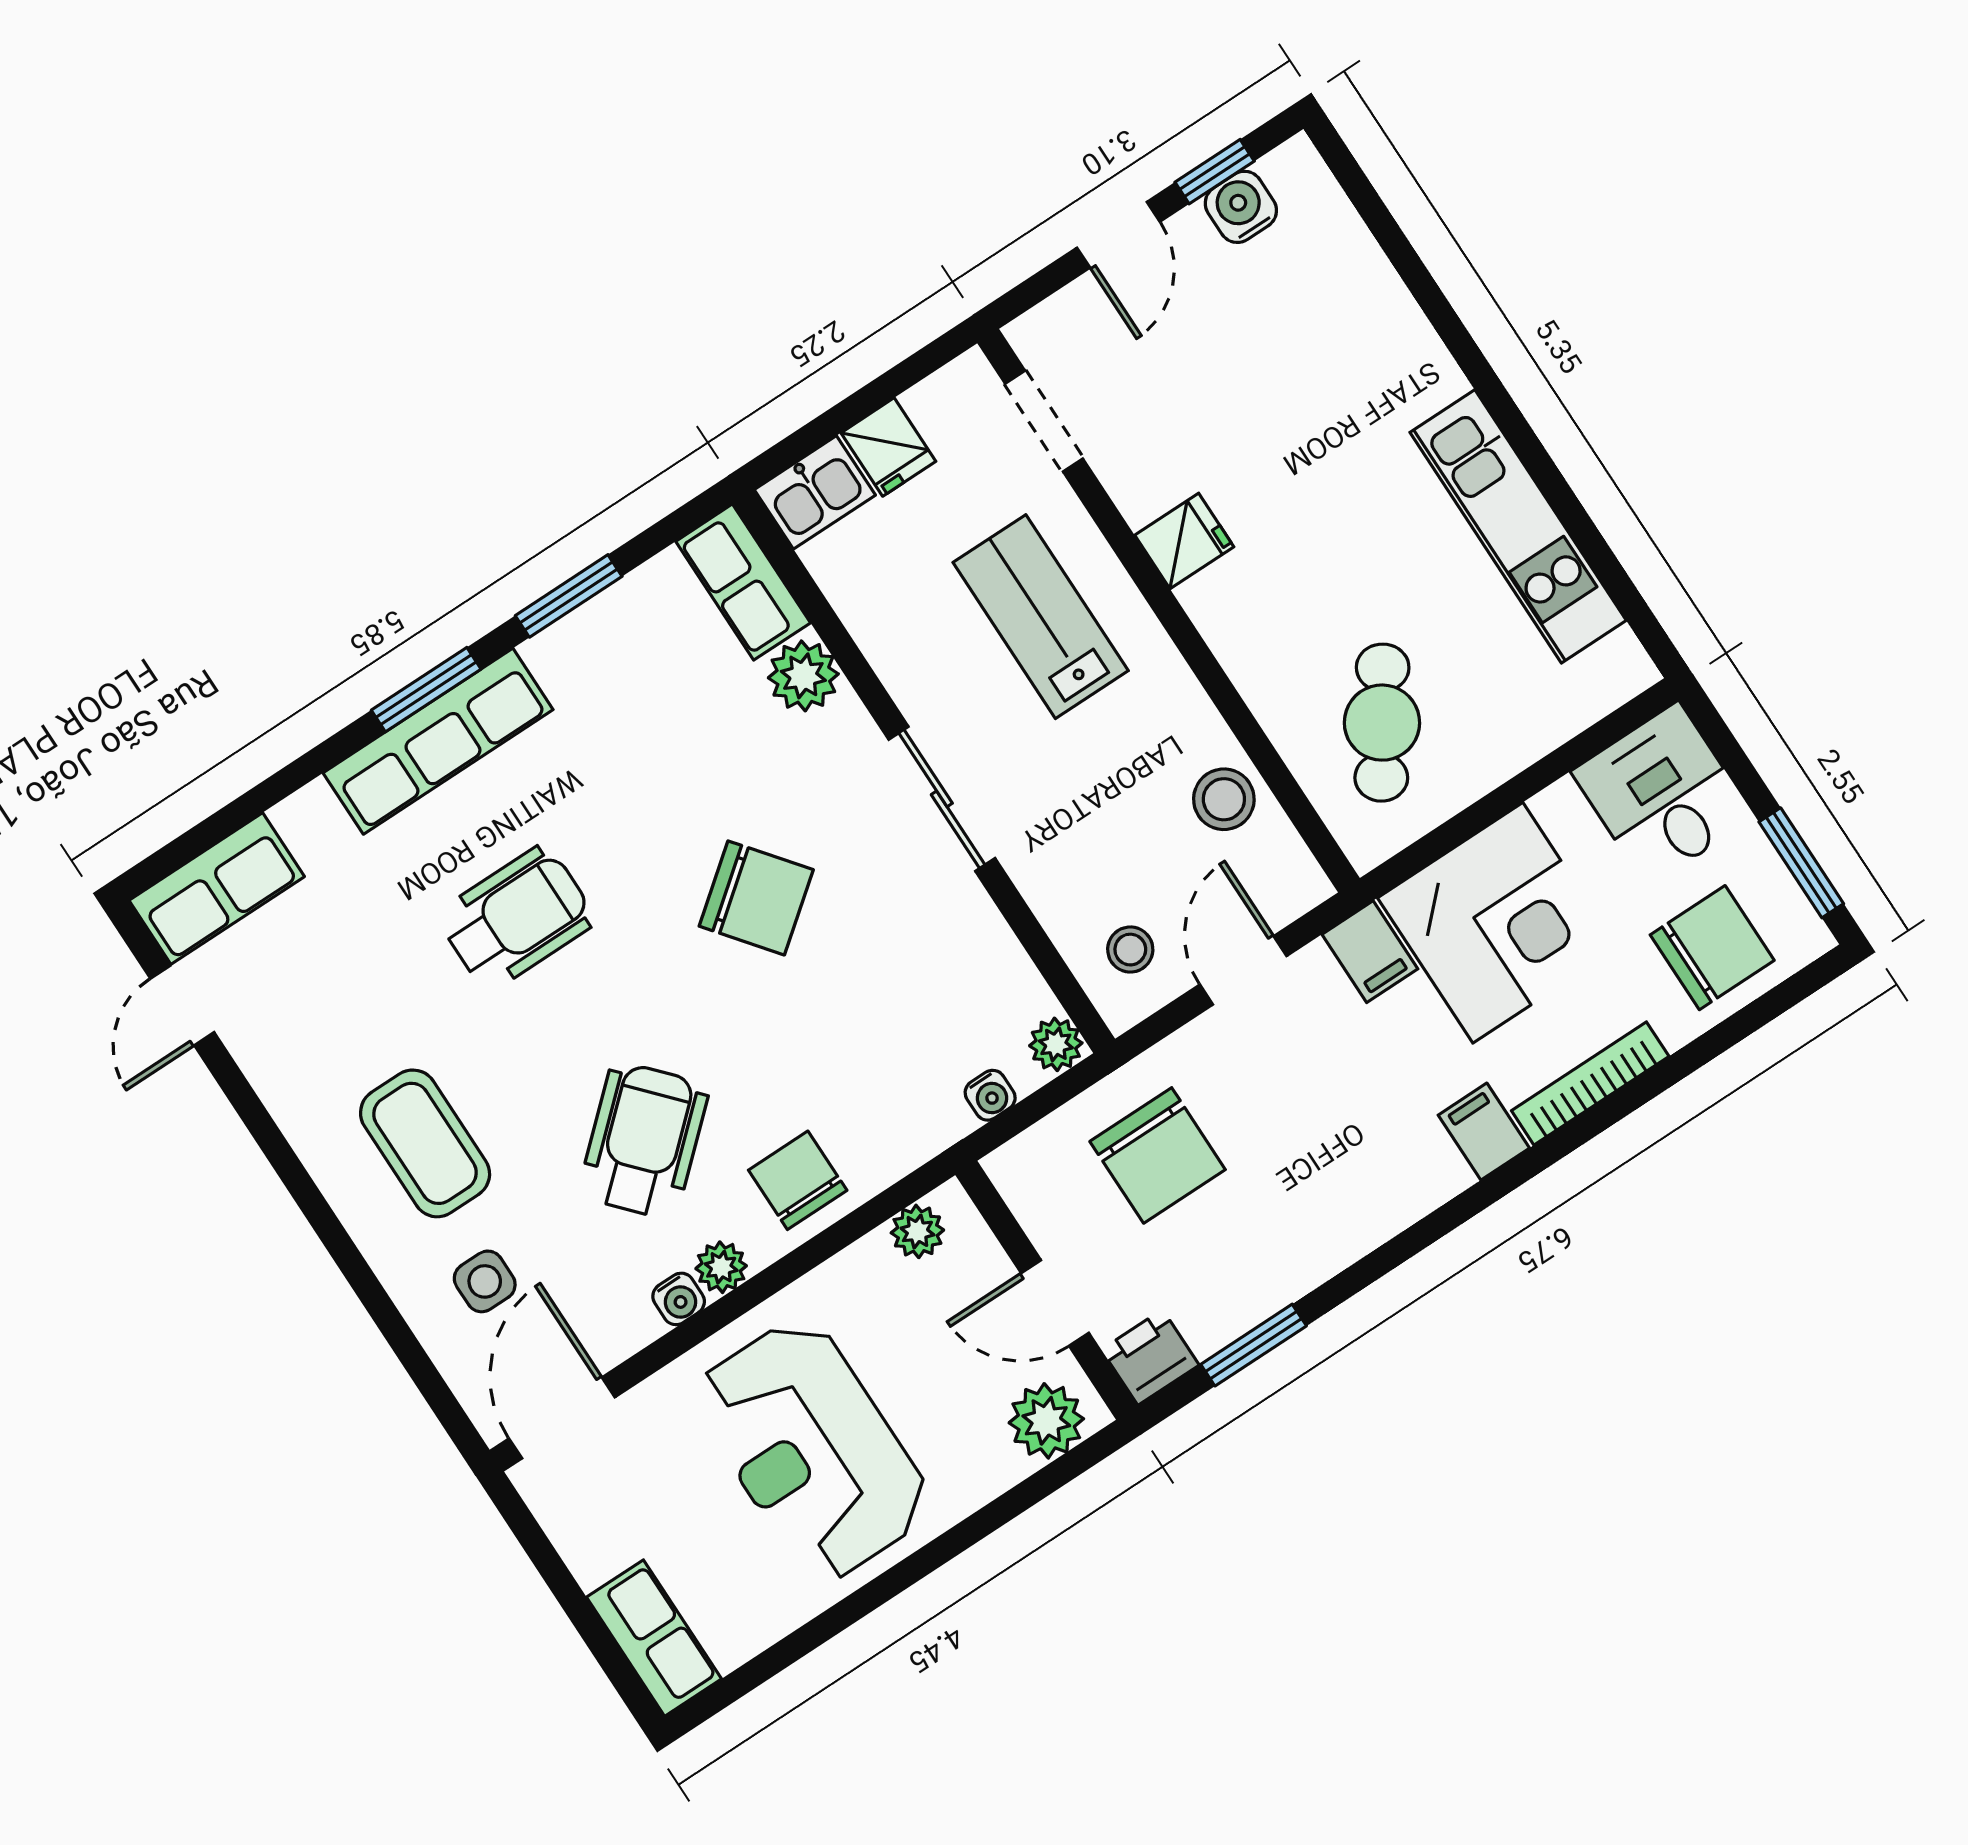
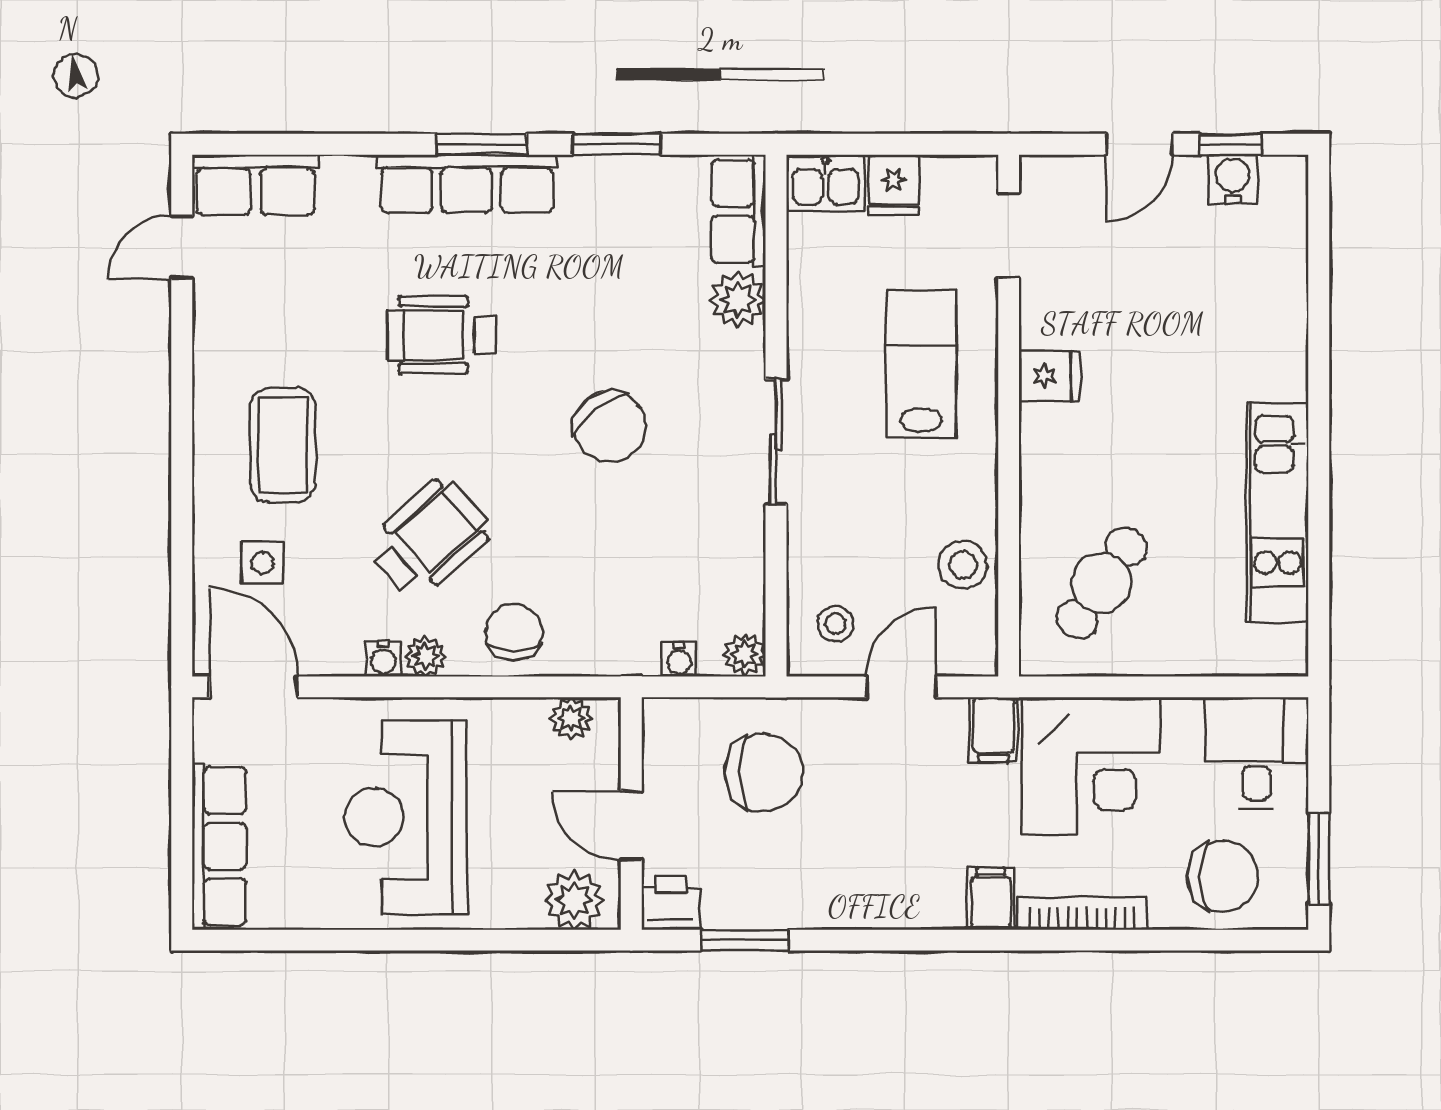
wheelchair: (516, 918) -> (442, 335), turned 180
chair: (1158, 1155) -> (764, 772), turned -90
door: (562, 1418) -> (254, 687), hinge flipped
row of seats: (654, 1638) -> (219, 846), width x1.48

